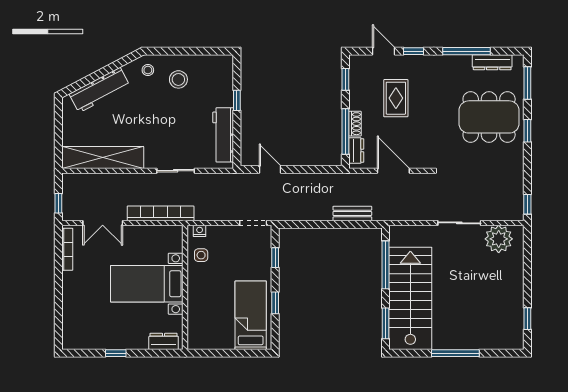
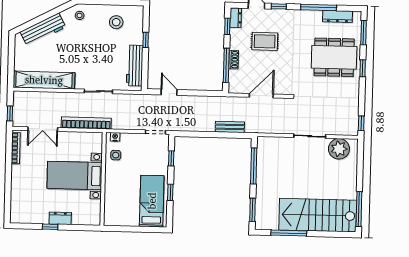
stool: (178, 79) -> (116, 22), moved
rug: (396, 98) -> (265, 41), turned 90
dresser: (356, 150) -> (236, 18), moved
door: (393, 171) -> (261, 96), hinge flipped
stairs: (410, 298) -> (318, 215), moved, turned -90
window: (527, 319) -> (359, 209), width x2.17
dresser: (164, 341) -> (60, 218), moved
window: (455, 353) -> (289, 233), moved

